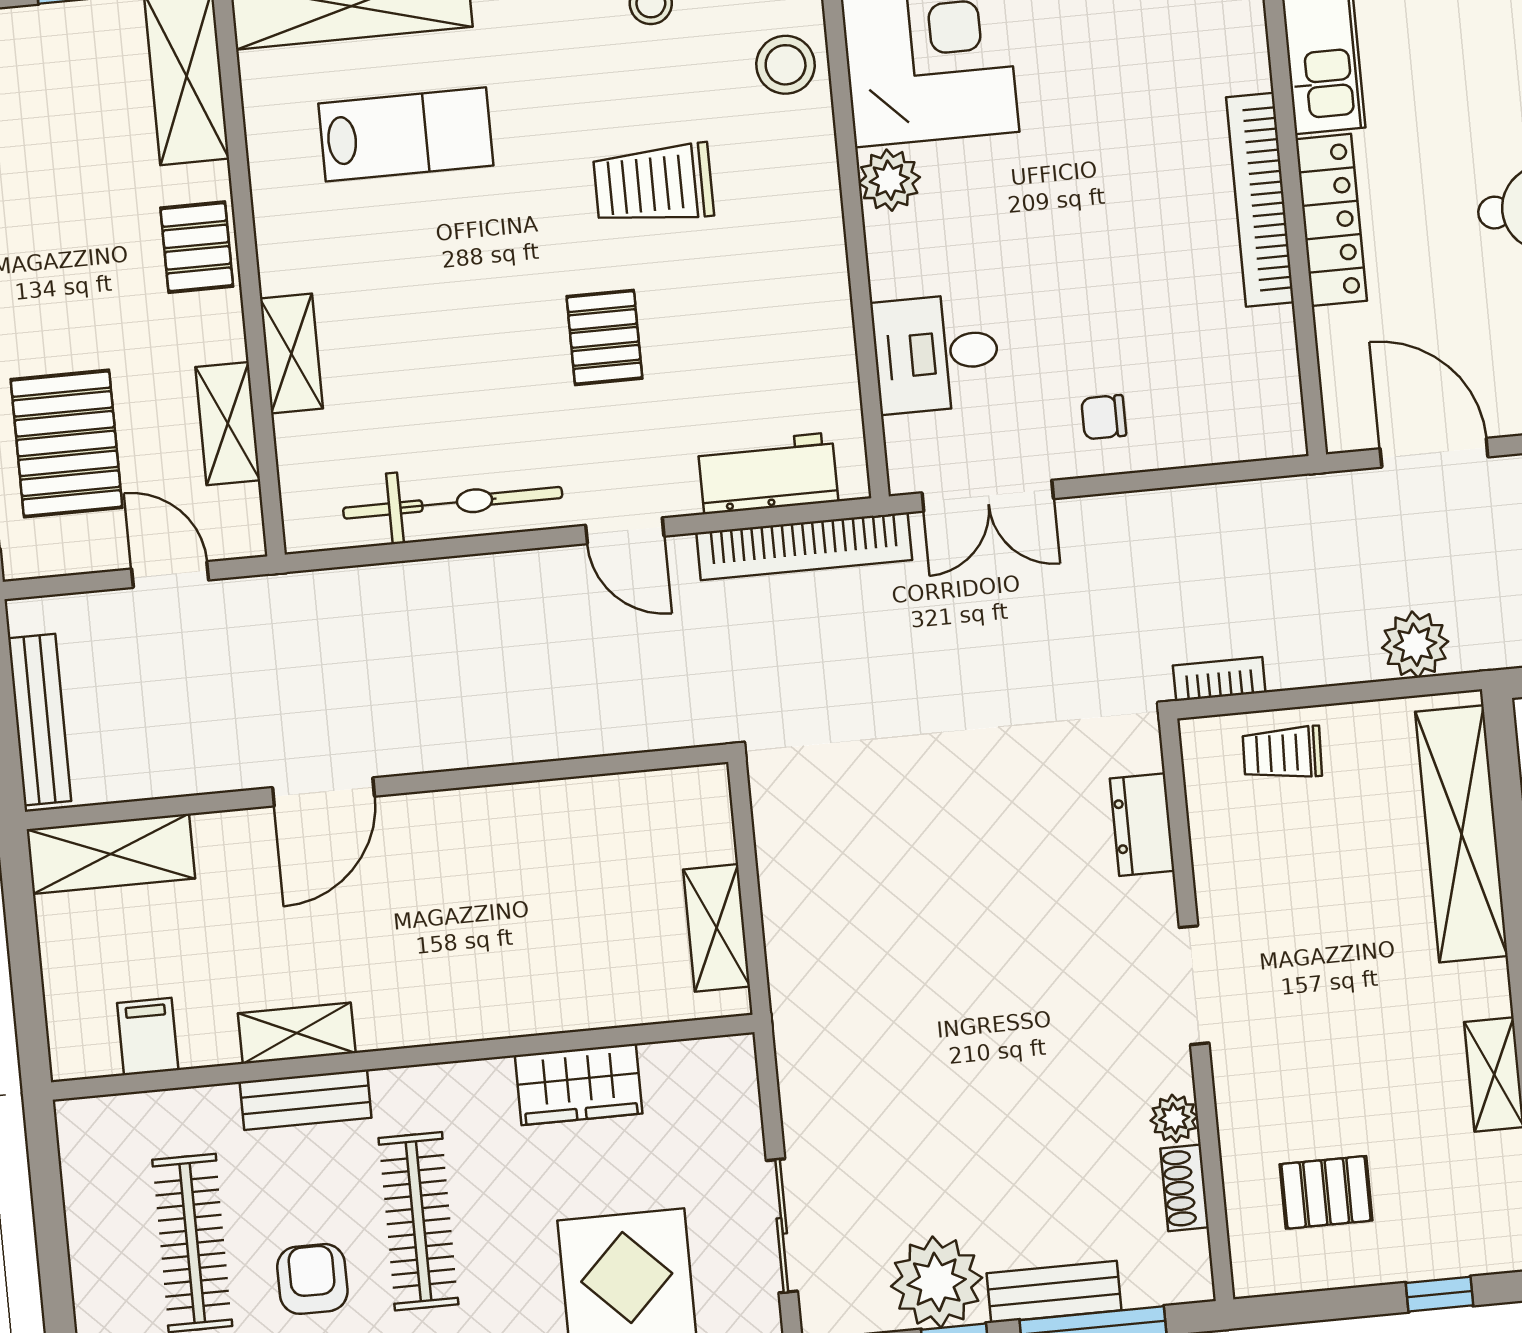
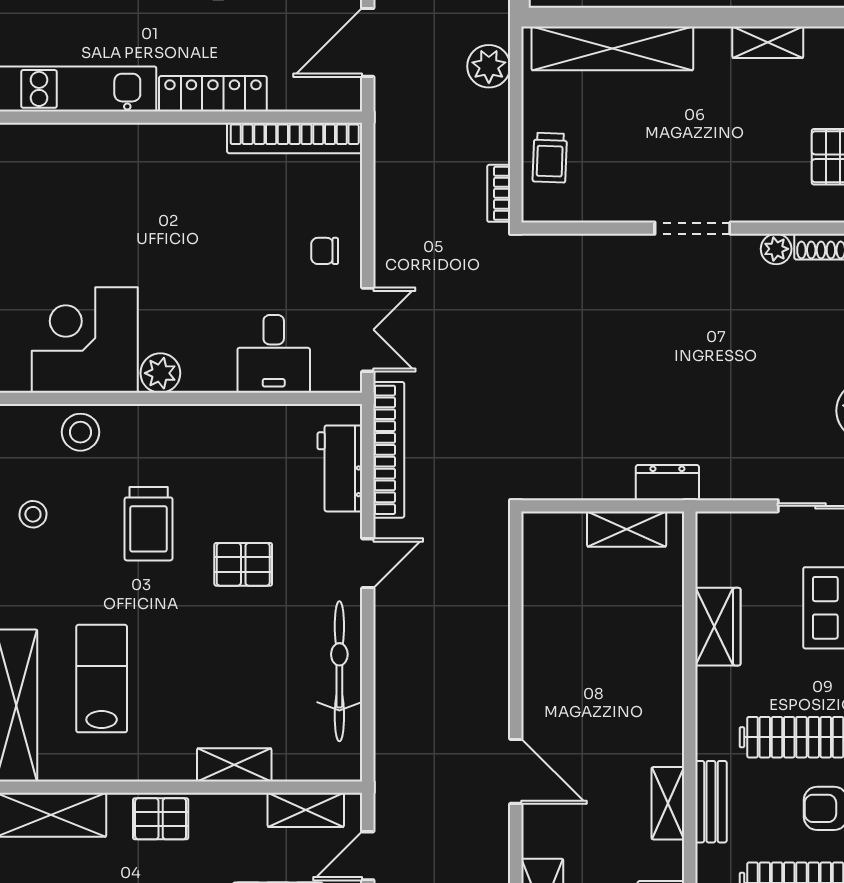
bookcase: (1260, 200) -> (295, 138), moved
chair: (1104, 417) -> (325, 251), turned 90
shelving: (228, 424) -> (306, 810), moved
dresser: (1142, 825) -> (667, 483), moved, turned 180

